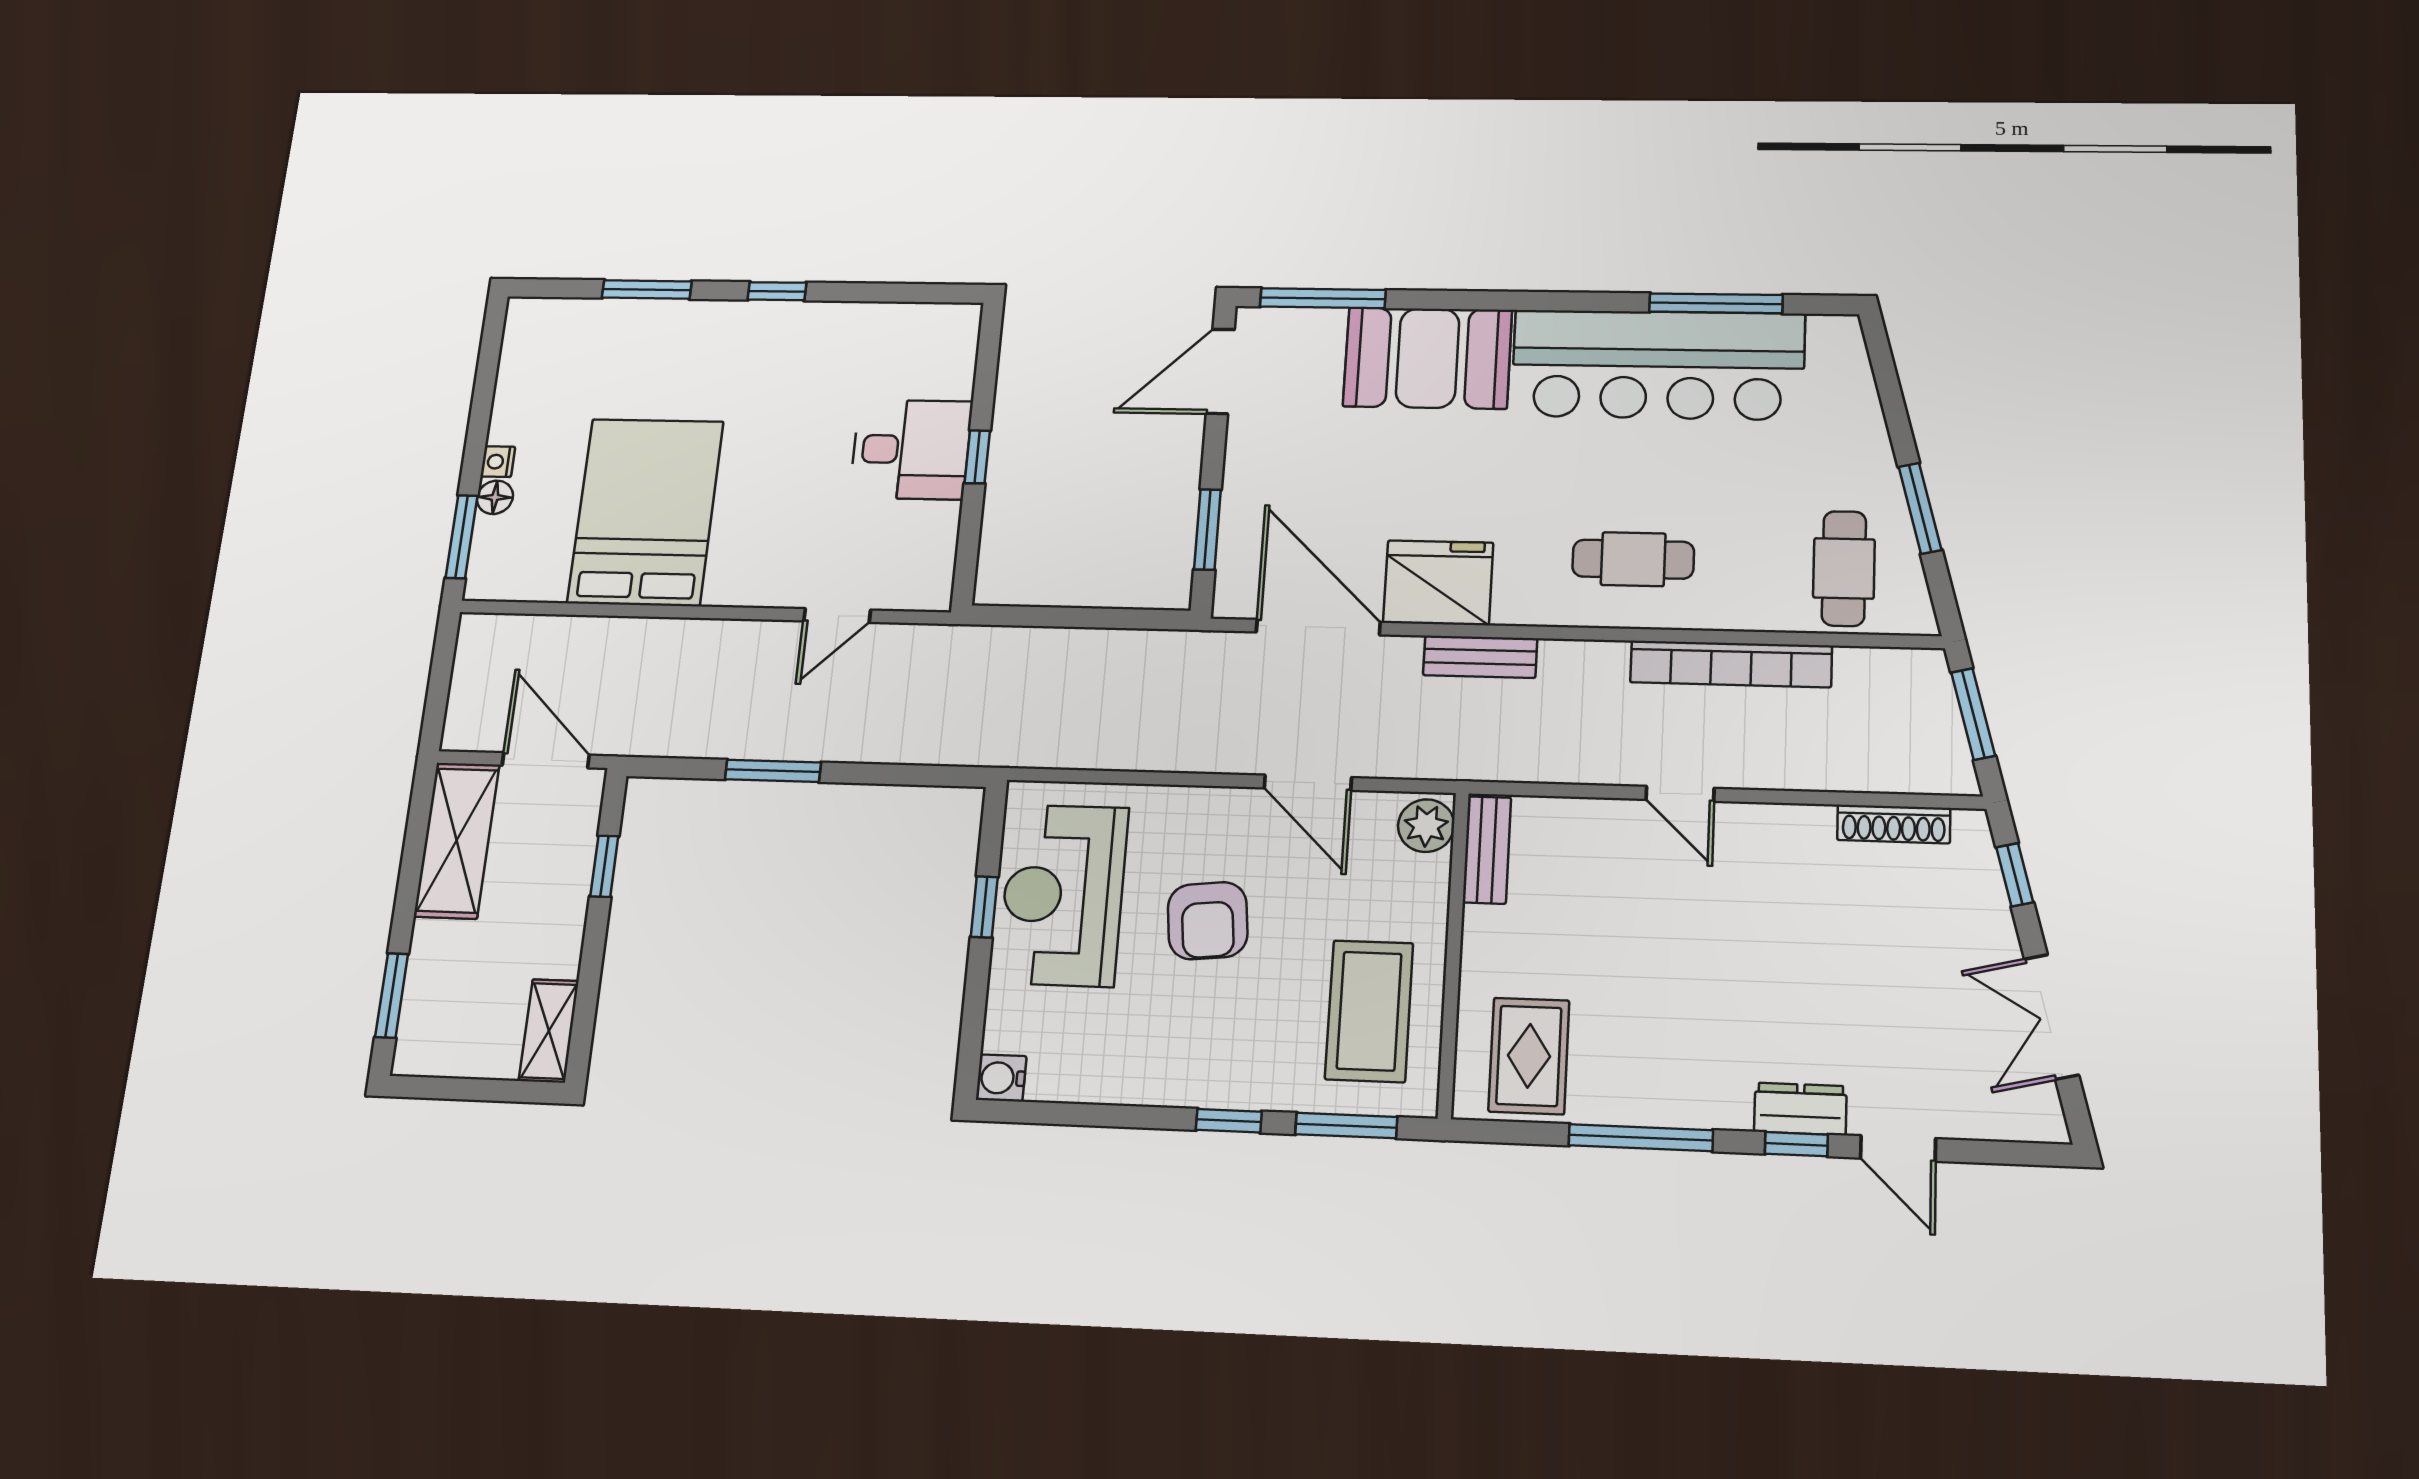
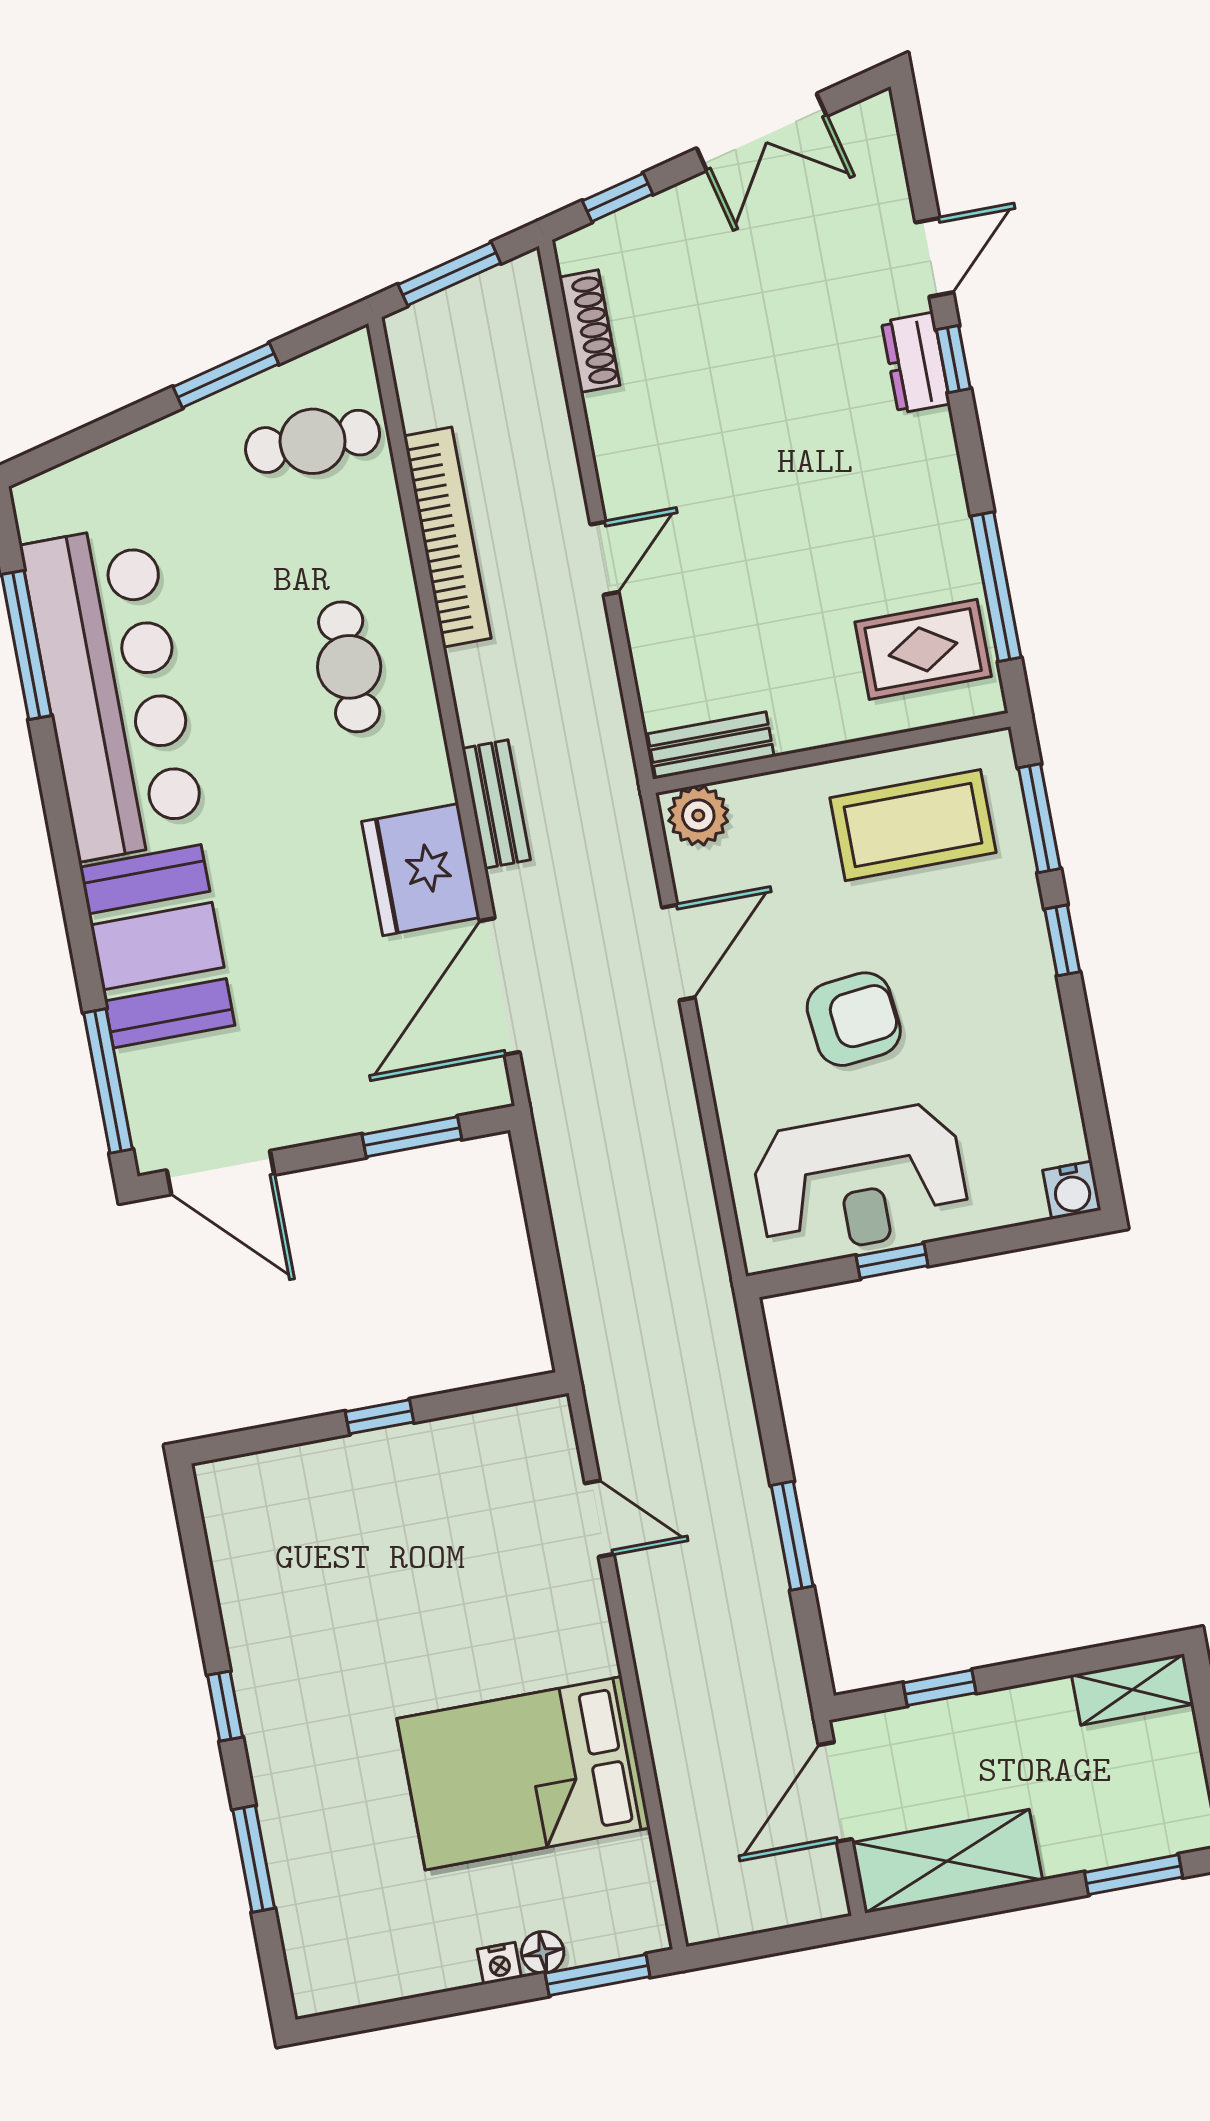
desk: (911, 449) -> (386, 1494), removed
window: (1641, 1138) -> (996, 587), moved

